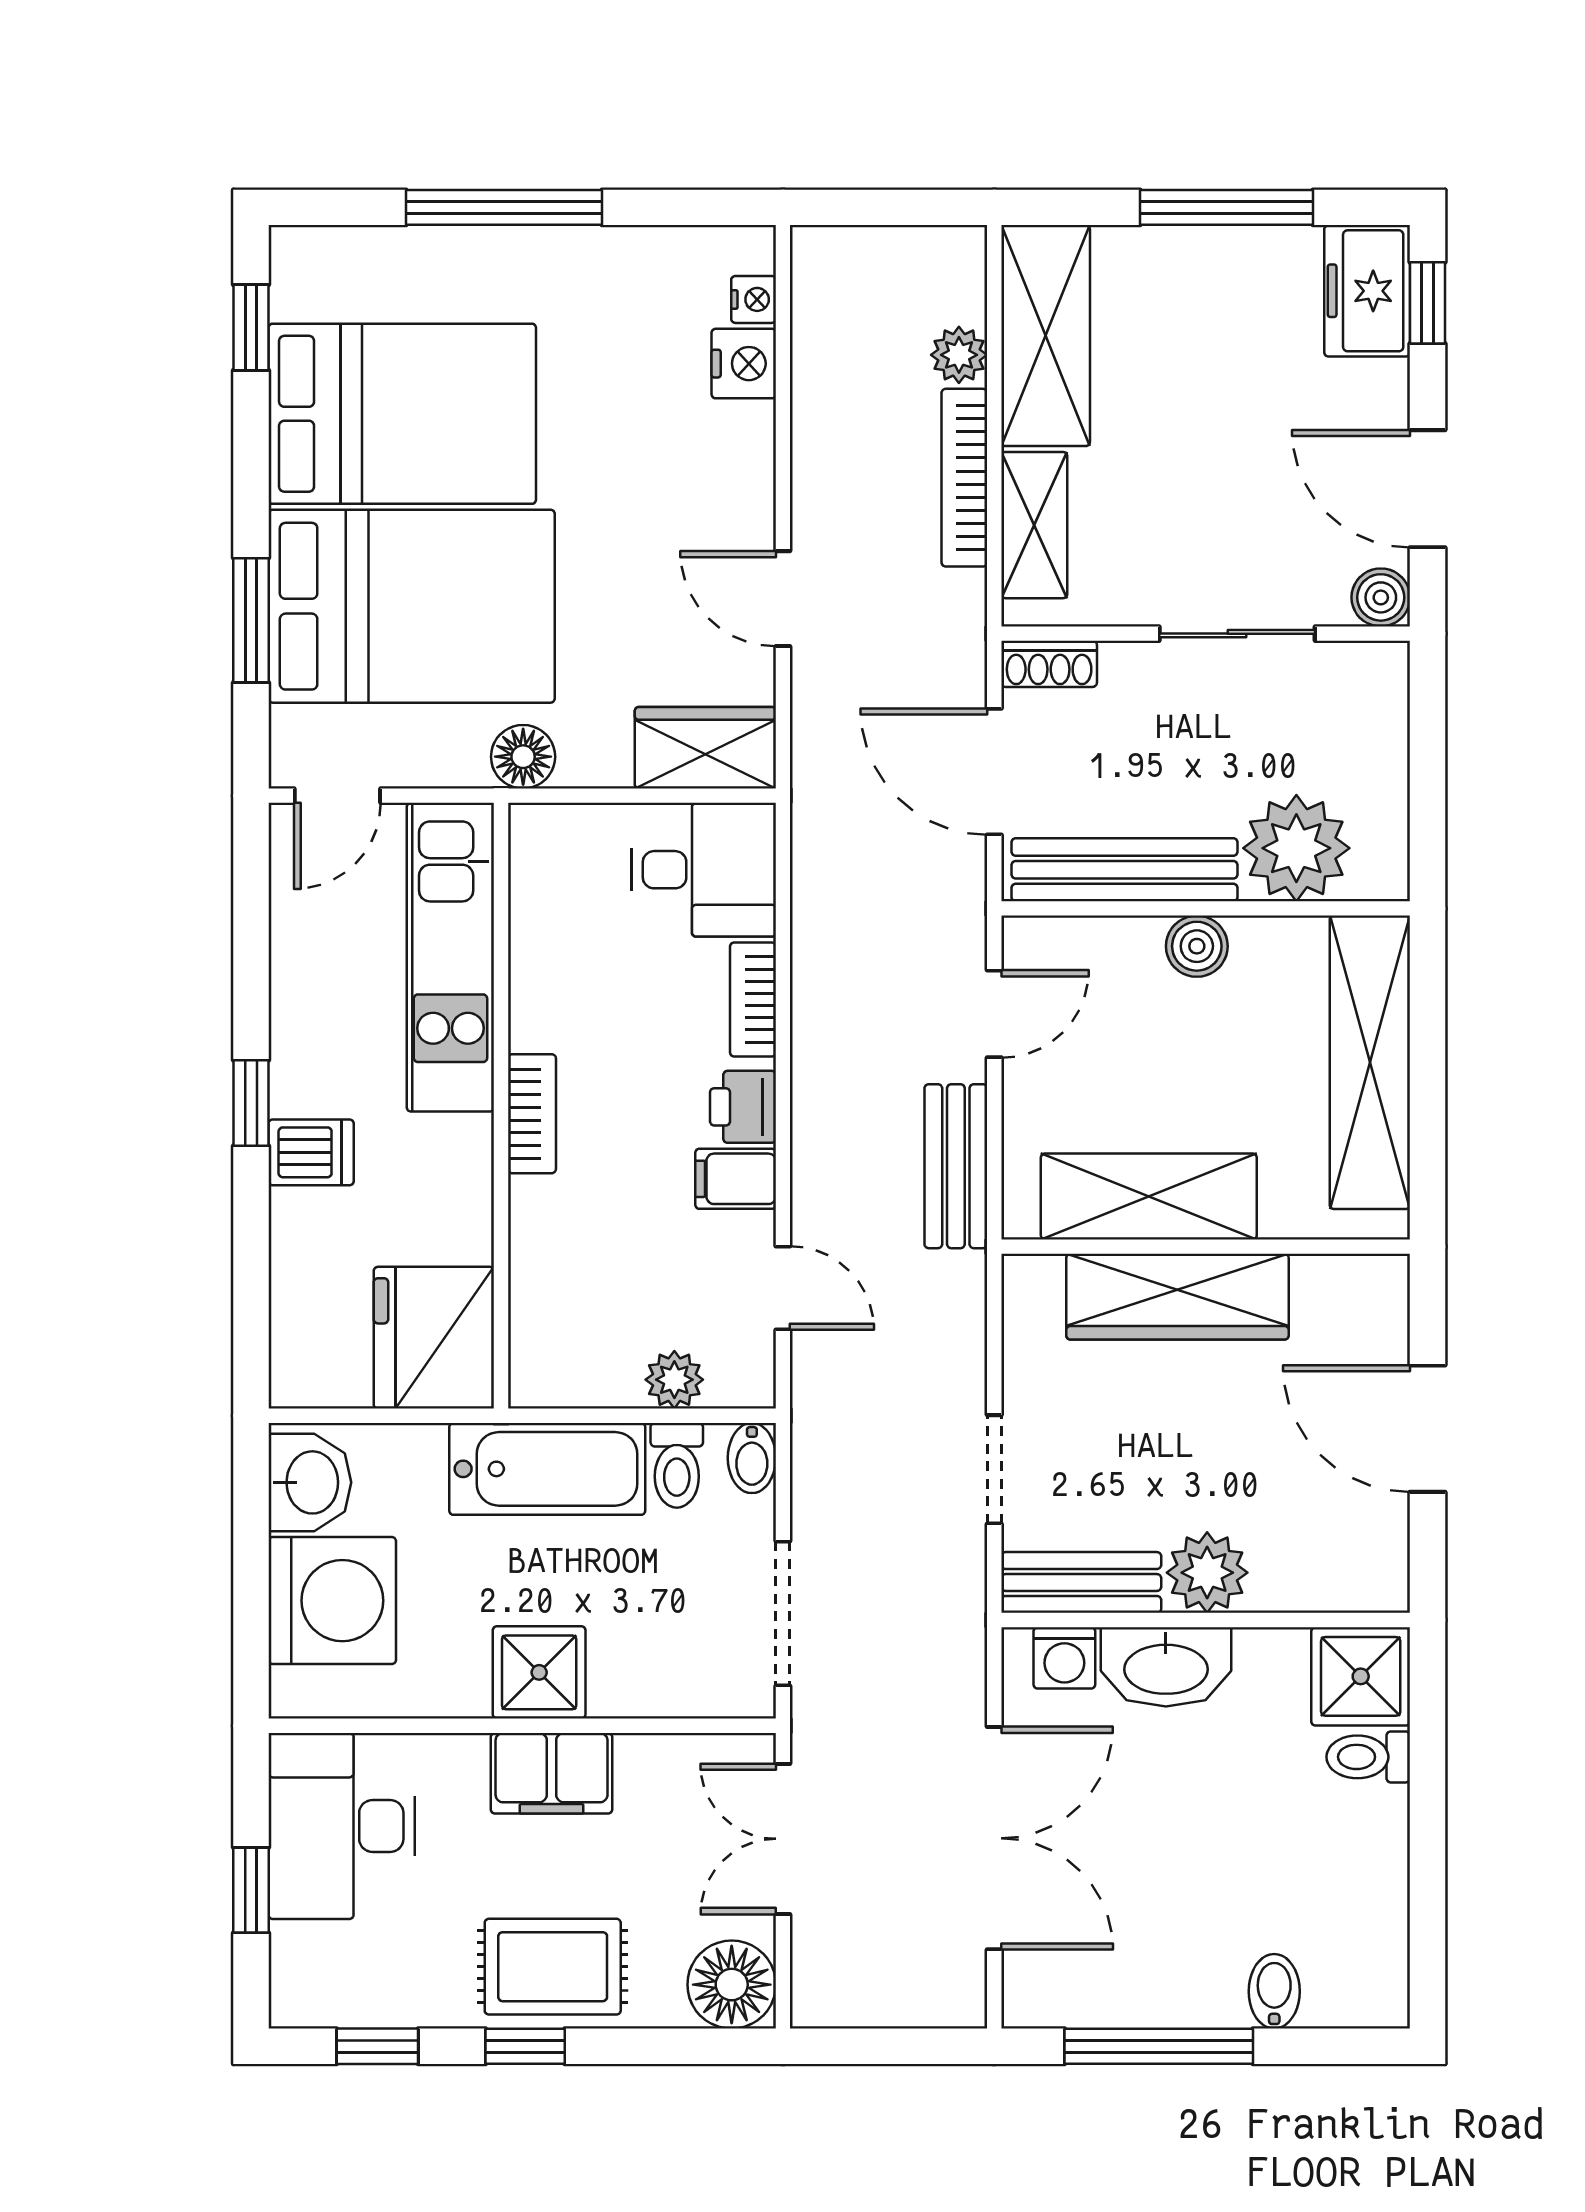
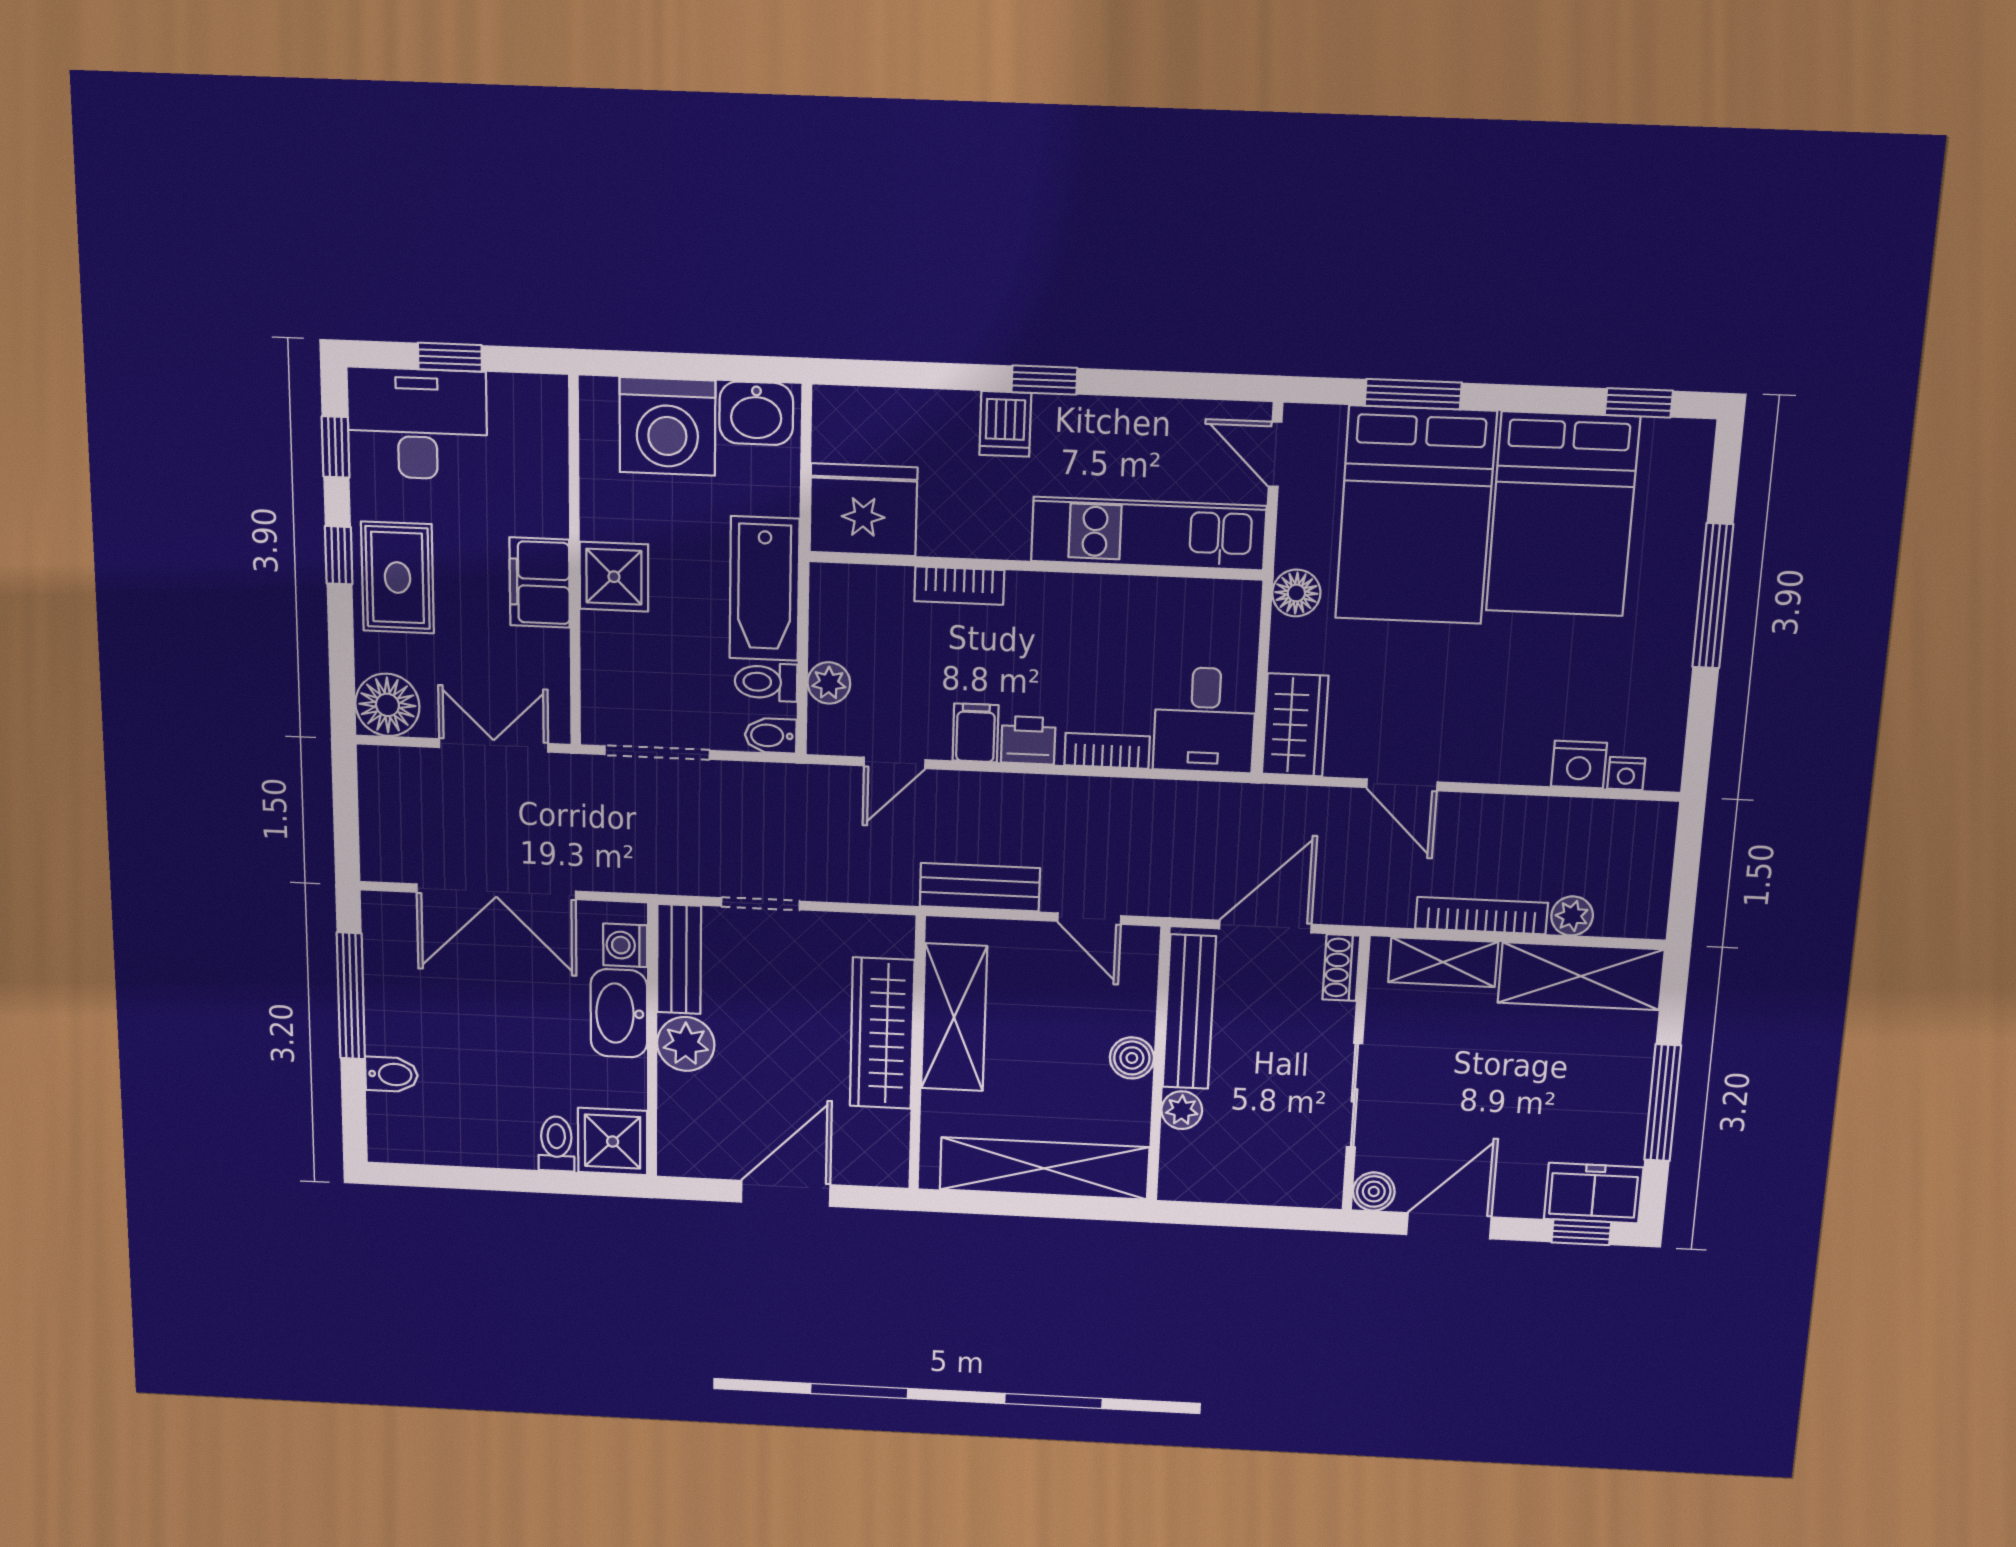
door: (783, 599) -> (1402, 785), swing flipped
plant: (1296, 848) -> (1182, 1110), width x0.53, depth x0.53
bookcase: (532, 1114) -> (959, 586), moved
desk: (342, 1826) -> (417, 424), moved

